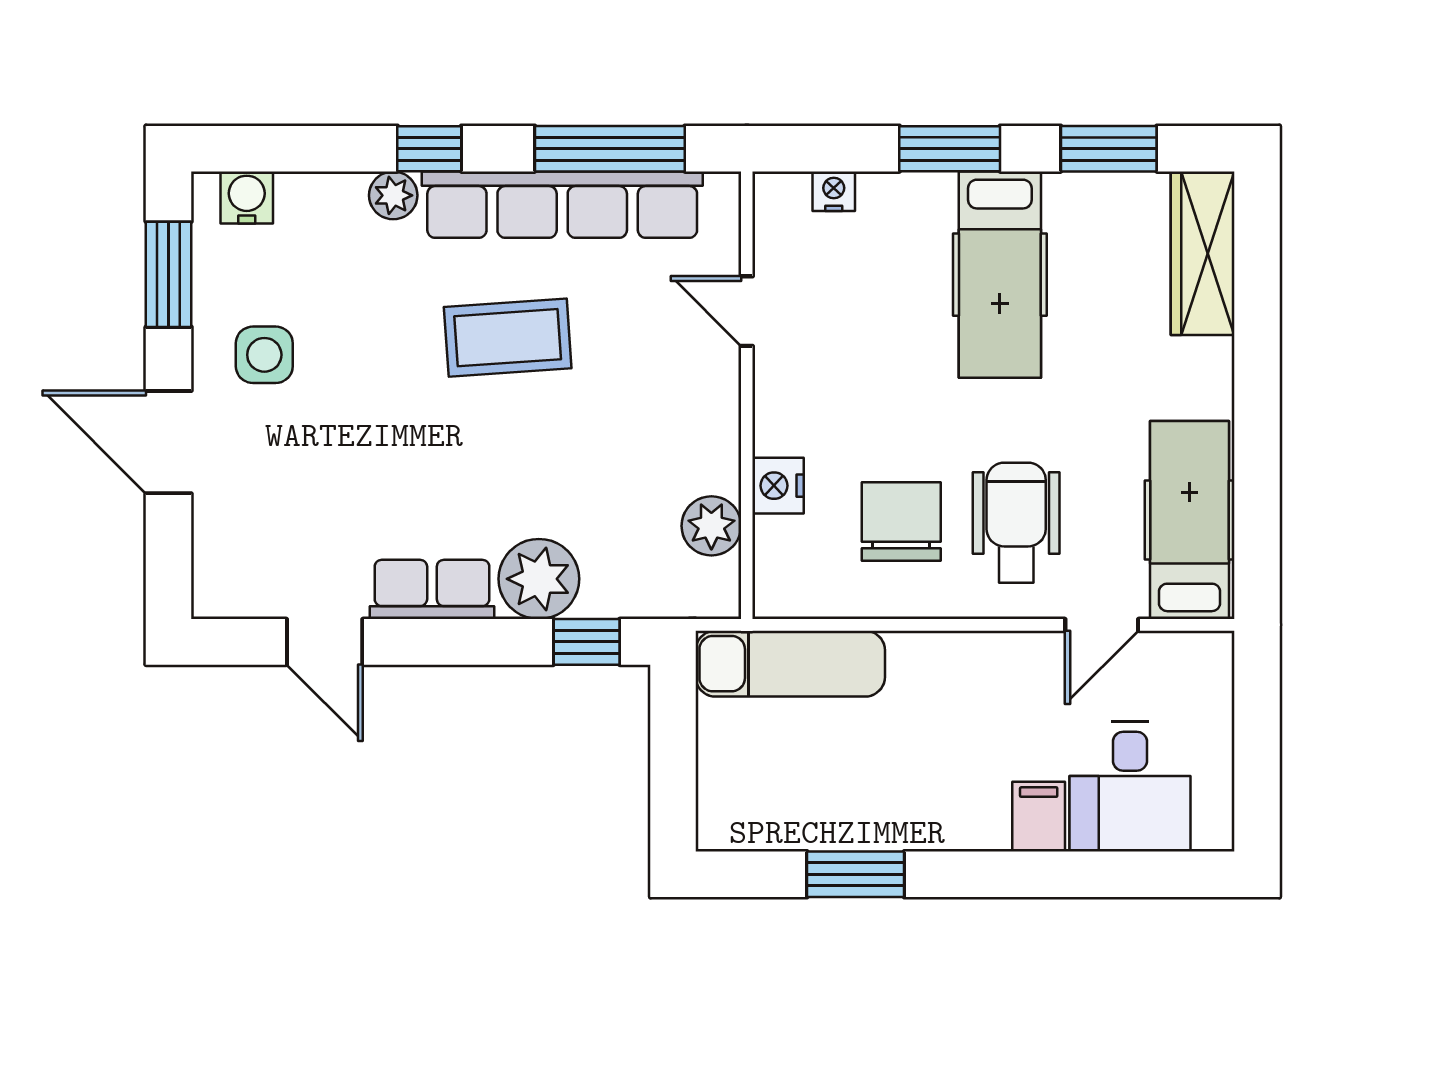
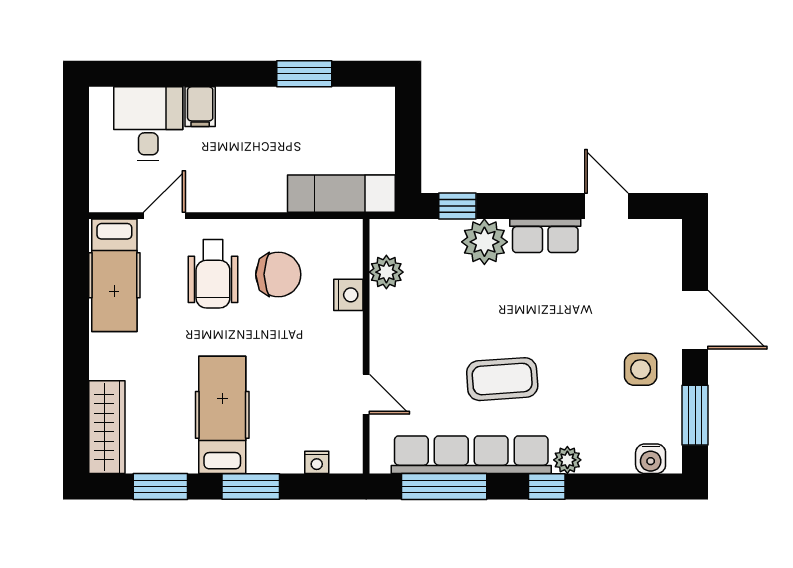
chair: (901, 521) -> (278, 274), turned -90

